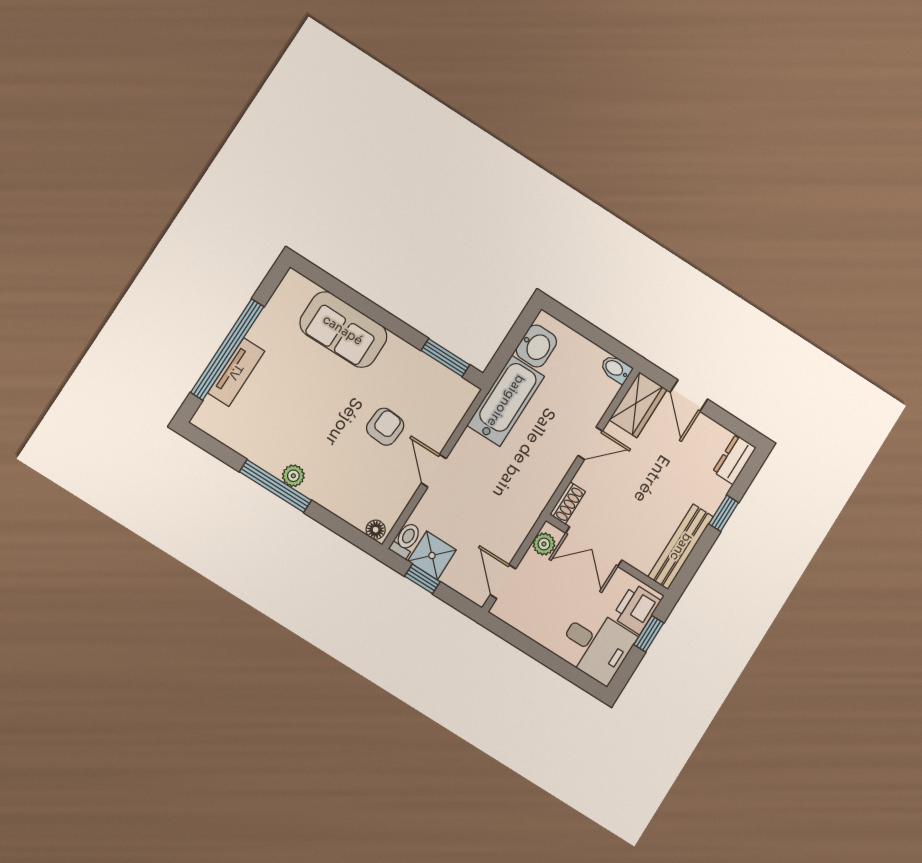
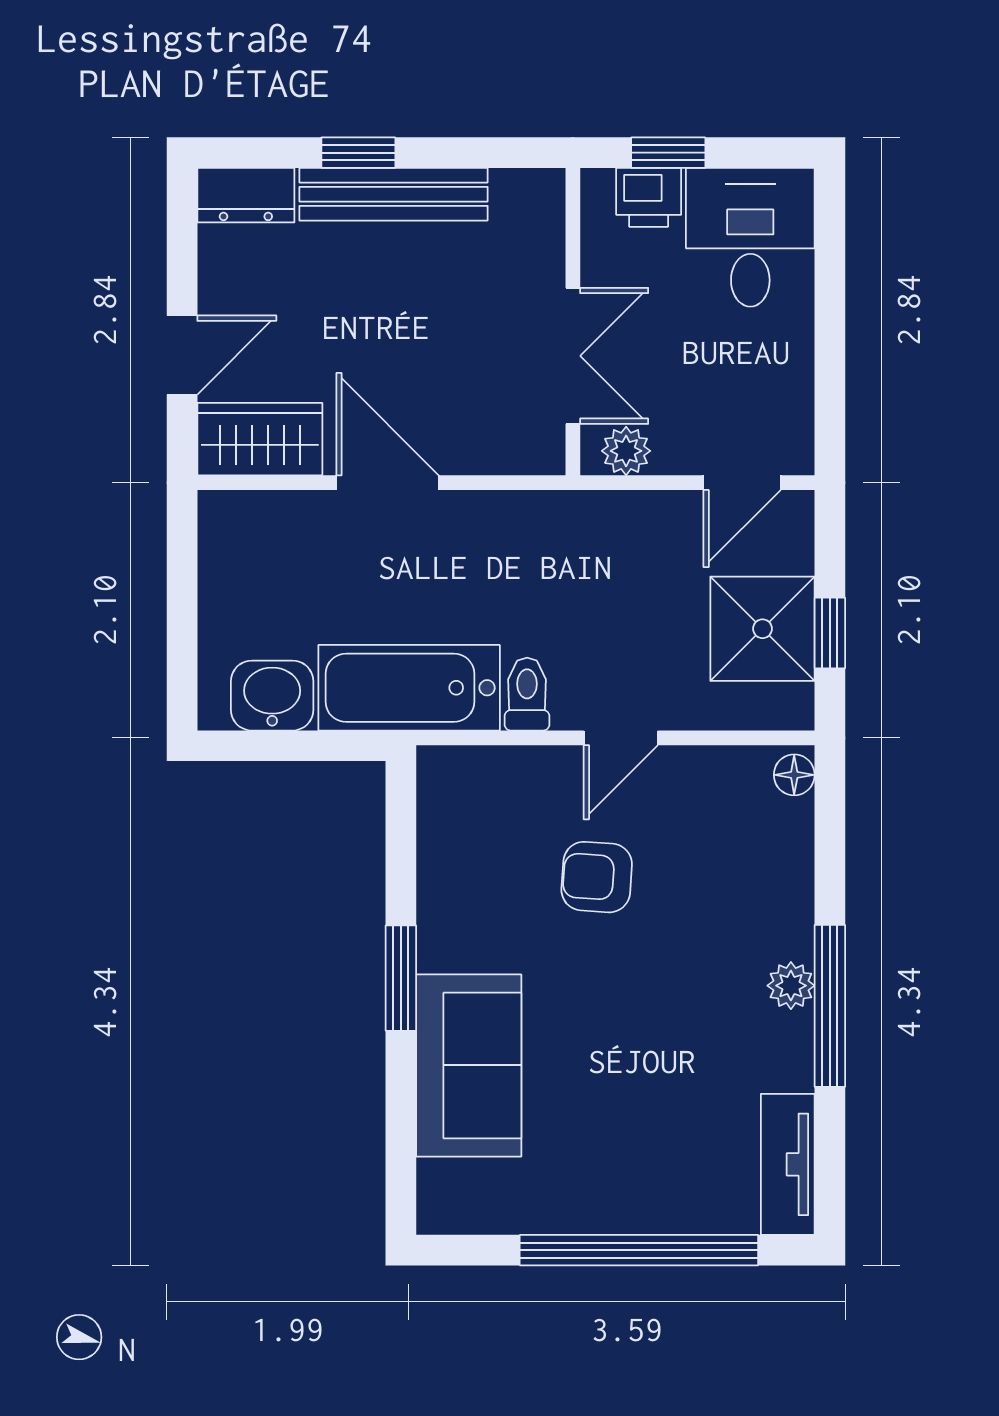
window: (445, 358) -> (401, 978), moved
bidet: (616, 369) -> (220, 522), removed
tv unit: (236, 372) -> (788, 1164), moved, turned -90
door: (590, 443) -> (387, 483), width x1.37
shoe rack: (568, 503) -> (524, 455), removed
toilet: (406, 540) -> (527, 694), moved, turned 90
bench: (681, 547) -> (393, 194), moved
shower: (432, 556) -> (762, 629), width x1.36, depth x1.36
printer: (636, 609) -> (649, 197), width x0.73, depth x0.81

